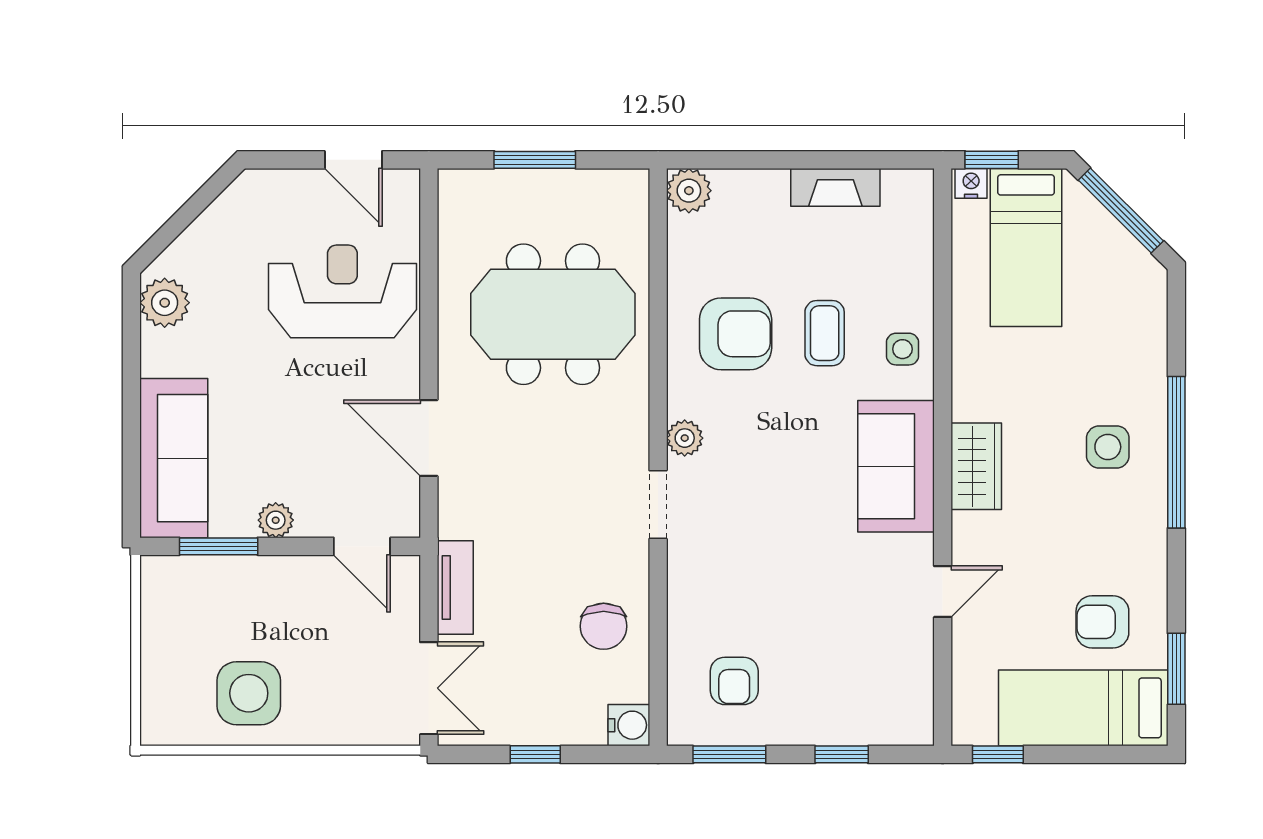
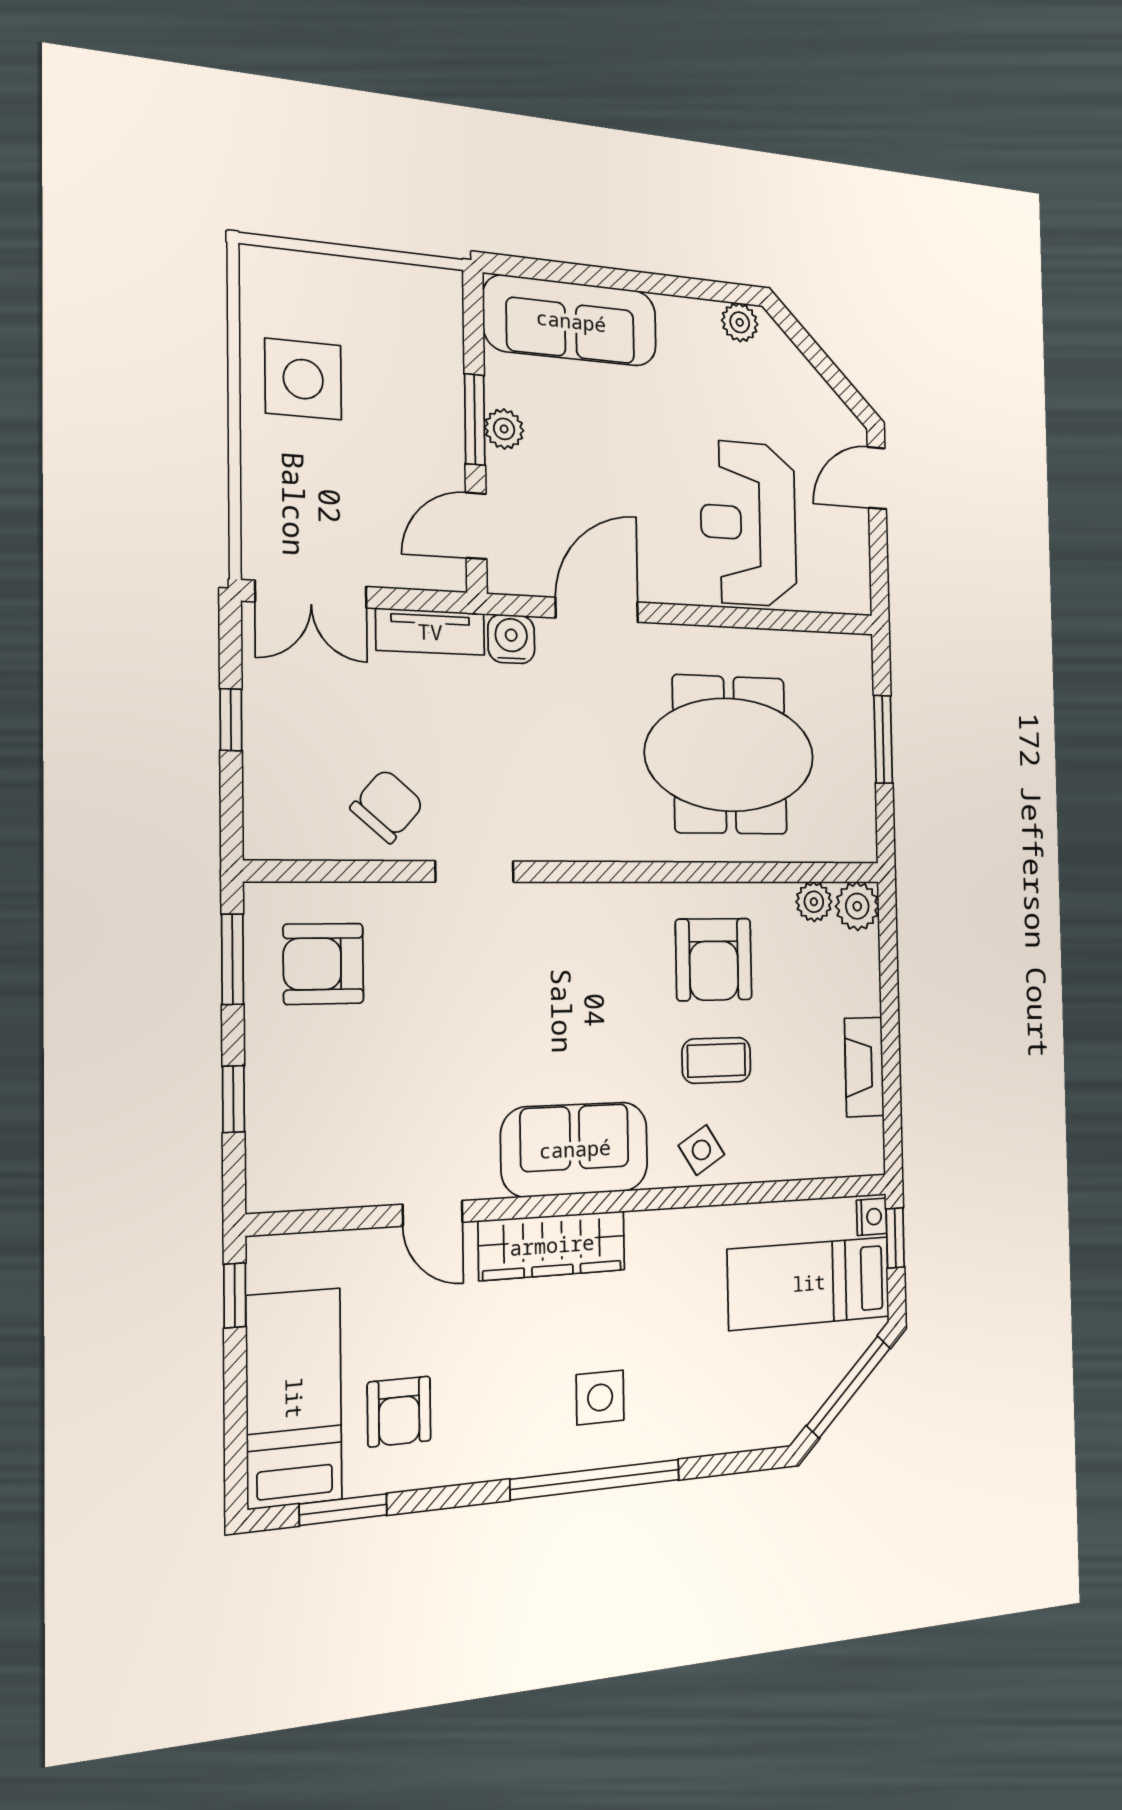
door: (353, 160) -> (877, 478), moved
reception desk: (342, 291) -> (749, 524), turned 180
plant: (165, 303) -> (740, 322), width x0.73, depth x0.73
meeting table: (553, 314) -> (730, 755), turned 90
side table: (902, 349) -> (701, 1150), turned -32
plant: (685, 438) -> (814, 902), moved
wardrobe: (976, 466) -> (552, 1245), width x1.50
doorway: (658, 505) -> (475, 872), moved
window: (219, 546) -> (475, 419), moved
armchair: (1102, 622) -> (399, 1412), turned 180
chair: (604, 626) -> (387, 806), turned 131
armchair: (734, 681) -> (323, 964), width x1.38, depth x1.38
water cooler: (629, 725) -> (511, 639), moved, turned 180

